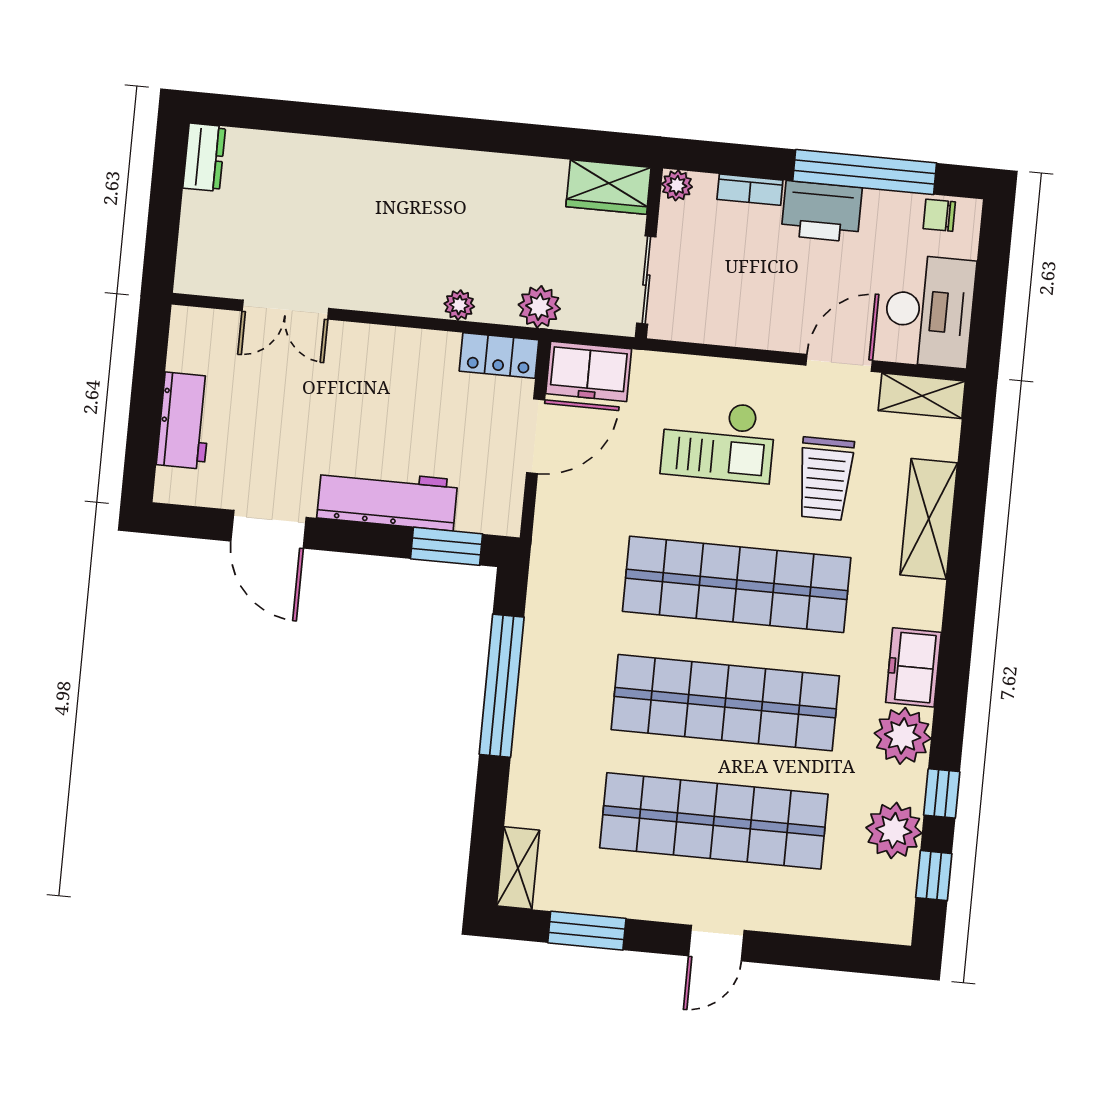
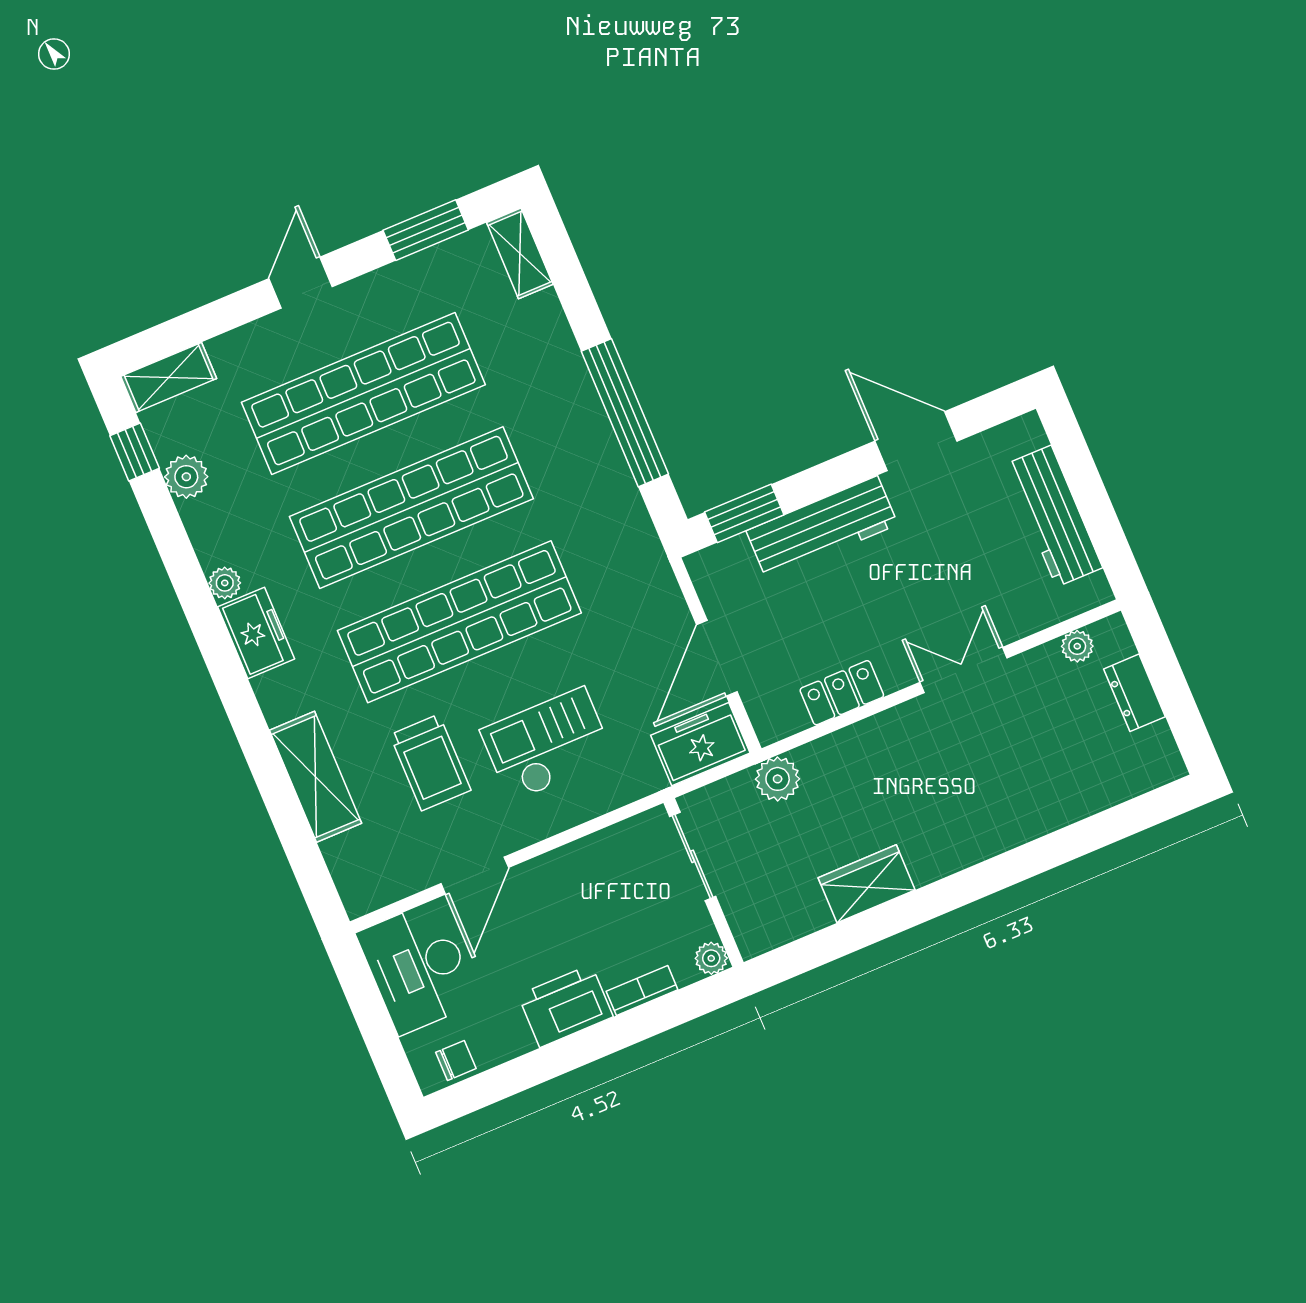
dresser: (204, 157) -> (1135, 693), moved
window: (865, 172) -> (546, 1063), removed
wardrobe: (608, 187) -> (867, 884), moved
plant: (459, 305) -> (1077, 646), moved
double door: (285, 310) -> (964, 670), moved
locker: (499, 356) -> (842, 693), moved
shelving: (922, 396) -> (169, 377), moved
workbench: (185, 421) -> (1054, 516), width x1.38
trolley: (825, 479) -> (430, 762), turned 180
plant: (903, 736) -> (225, 583), width x0.53, depth x0.53
window: (942, 793) -> (168, 531), removed
plant: (894, 830) -> (186, 477), width x0.73, depth x0.73

